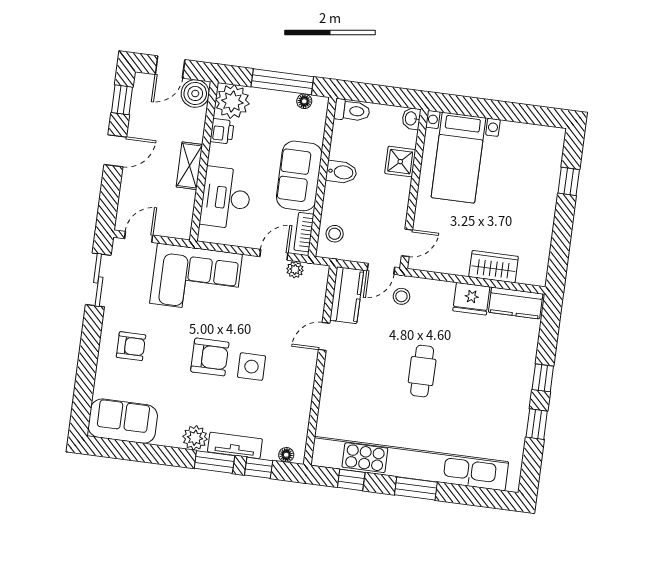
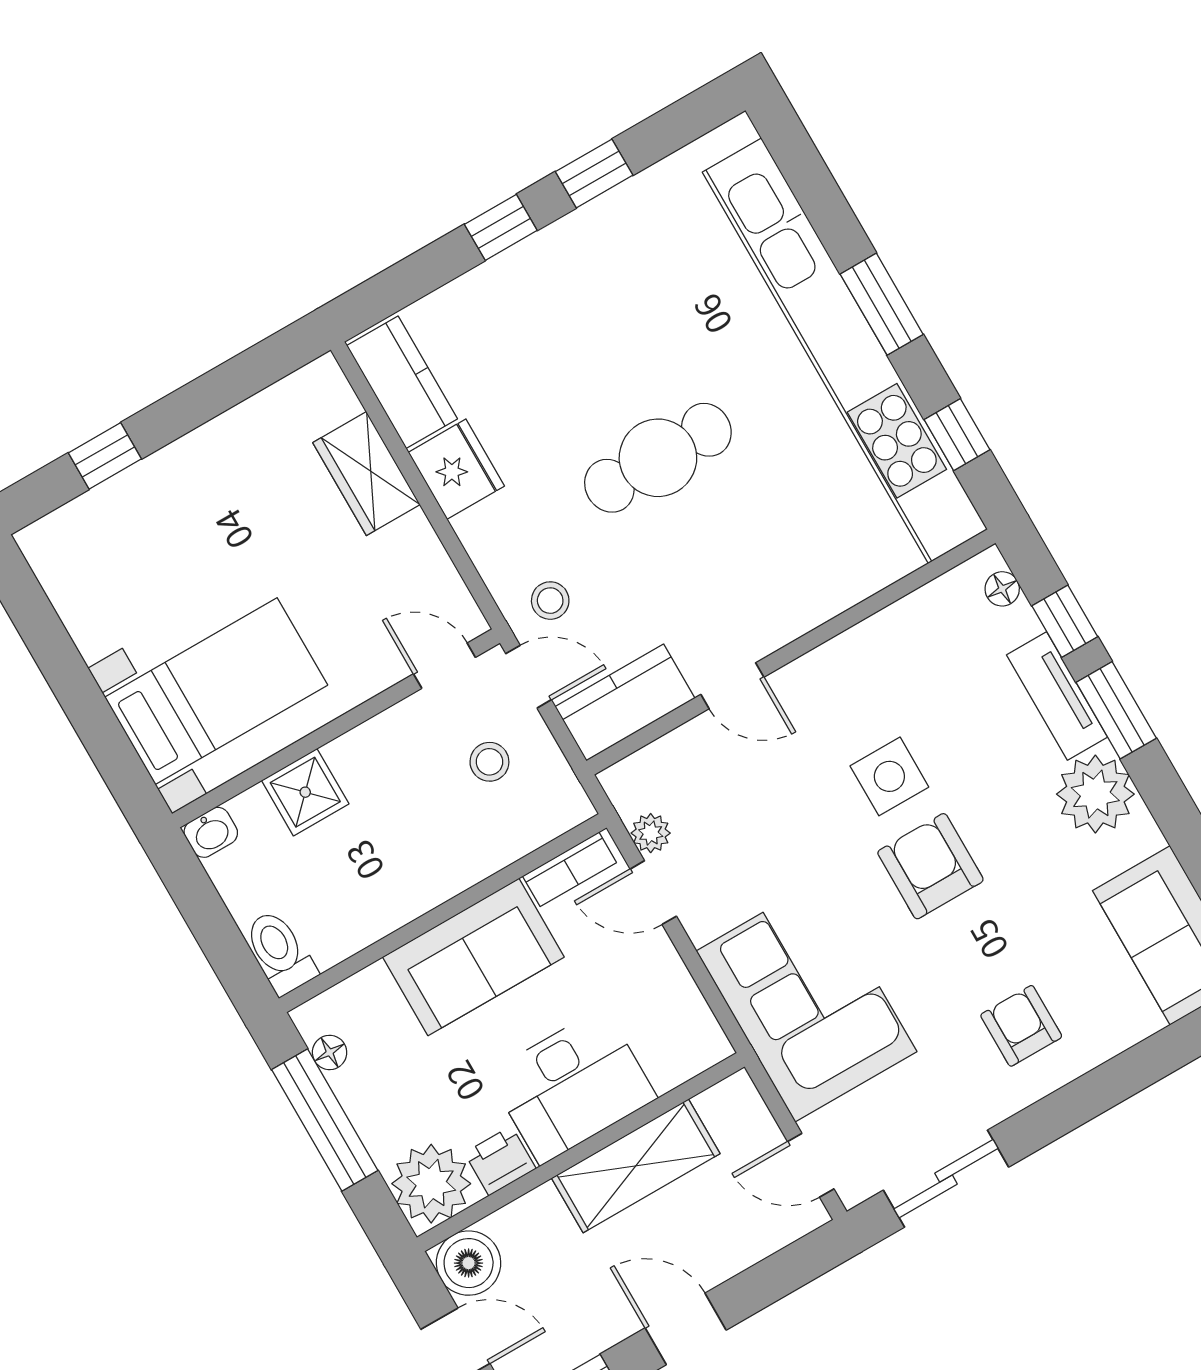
shelving: (189, 166) -> (636, 1166), width x1.50, depth x1.33
bidet: (341, 172) -> (407, 885), removed
desk: (226, 198) -> (572, 1086), moved
stool: (335, 234) -> (489, 762), moved
cafe table: (422, 371) -> (658, 458), width x1.37, depth x1.35
plant: (195, 438) -> (1095, 794), width x1.36, depth x1.36

